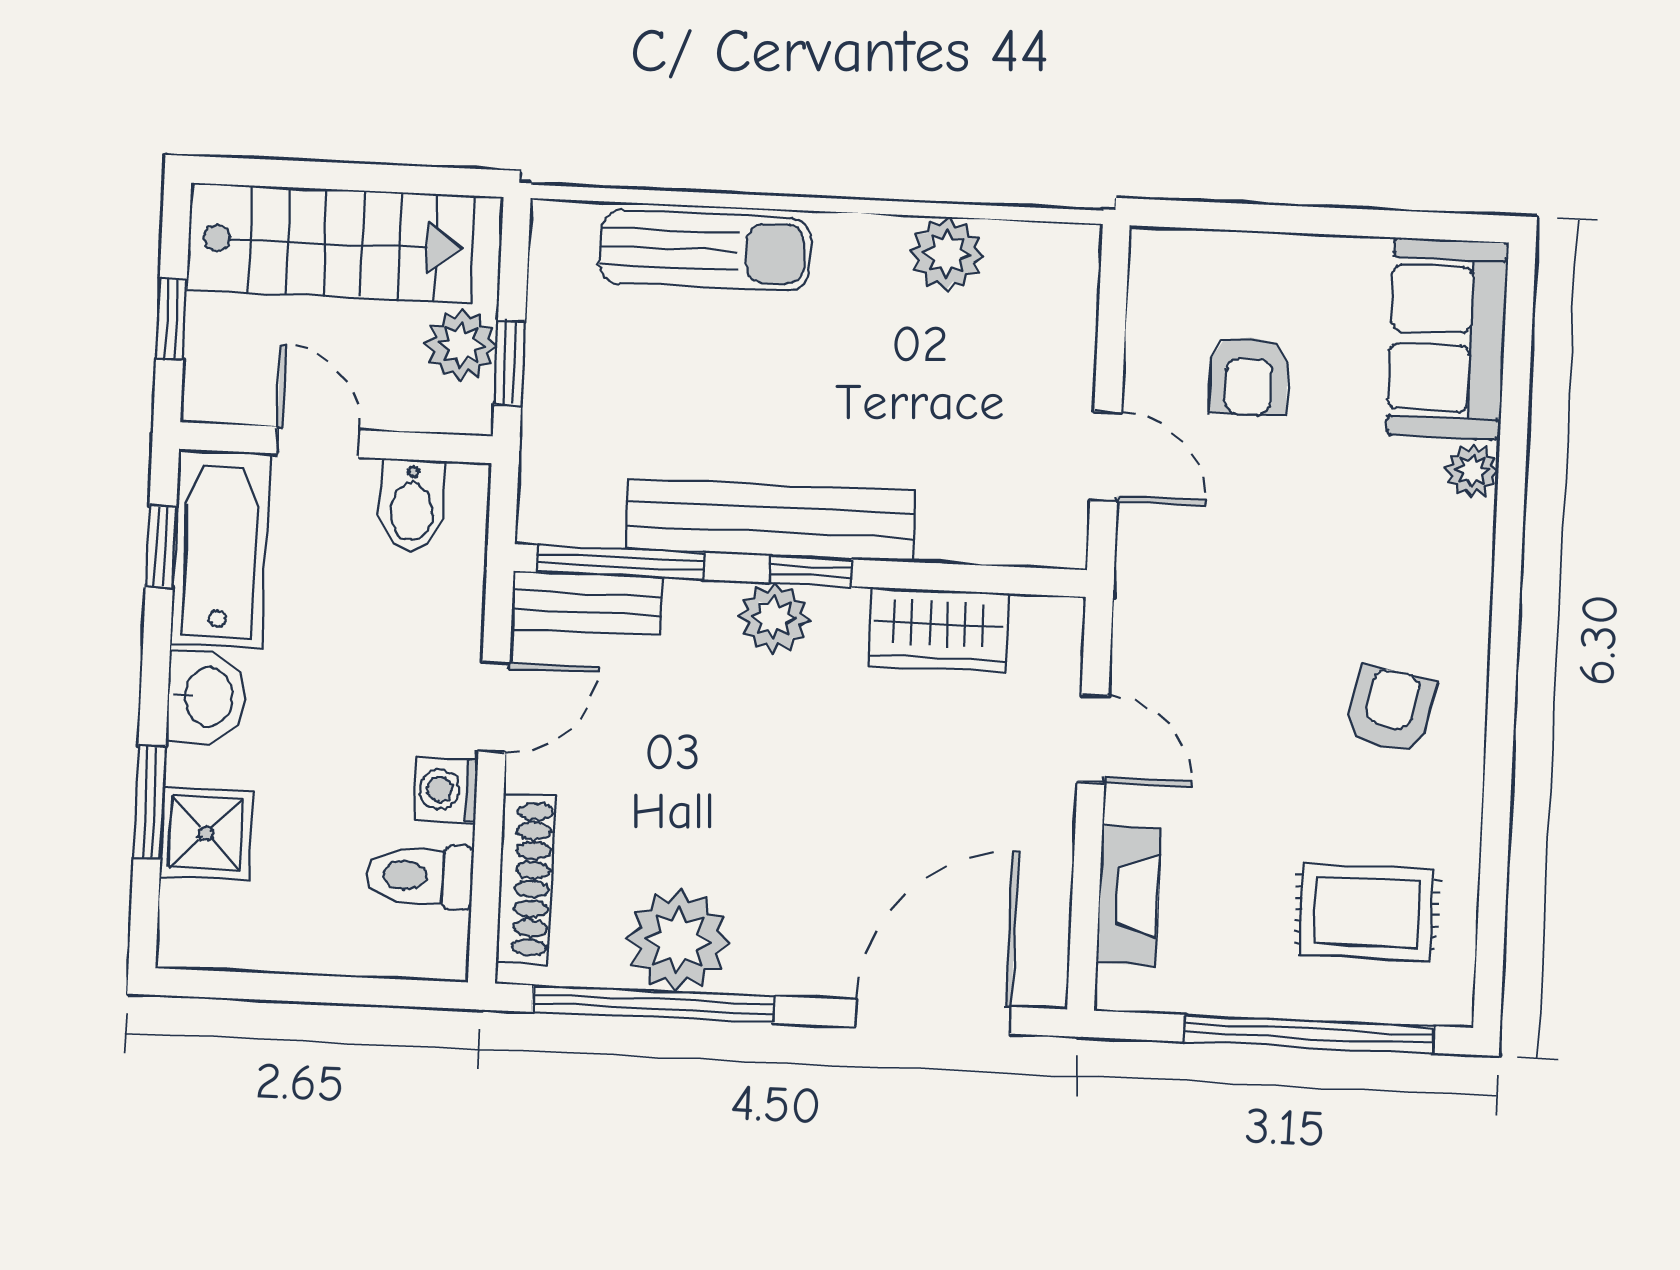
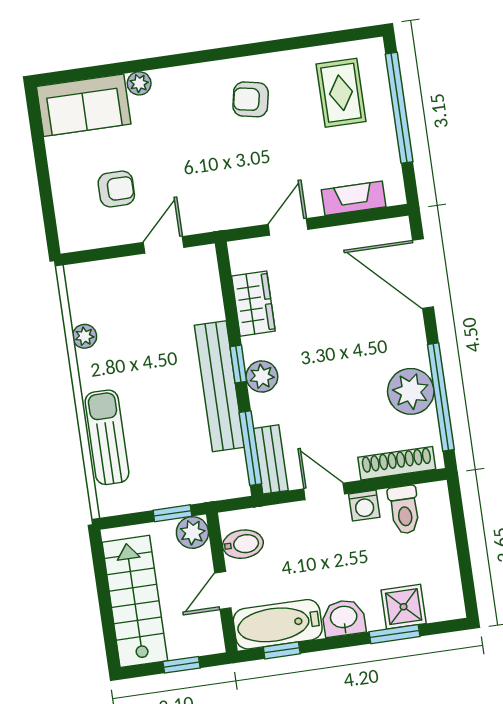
plant: (947, 254) -> (85, 336), width x0.73, depth x0.73
plant: (461, 345) -> (192, 532), moved

